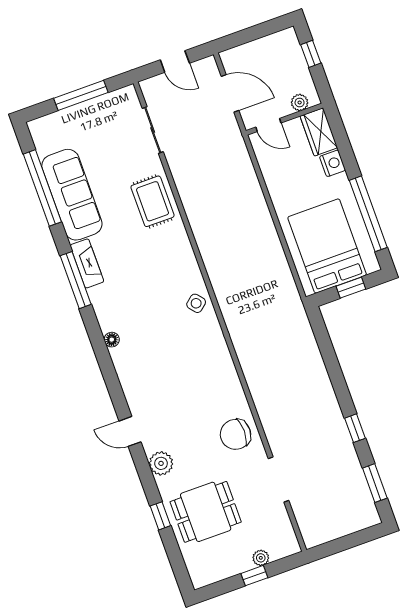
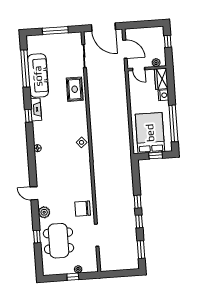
door: (175, 61) -> (103, 27), width x1.87
window: (76, 280) -> (29, 116), width x0.46
window: (341, 389) -> (138, 202), added
dining table: (206, 512) -> (58, 241), width x1.37

